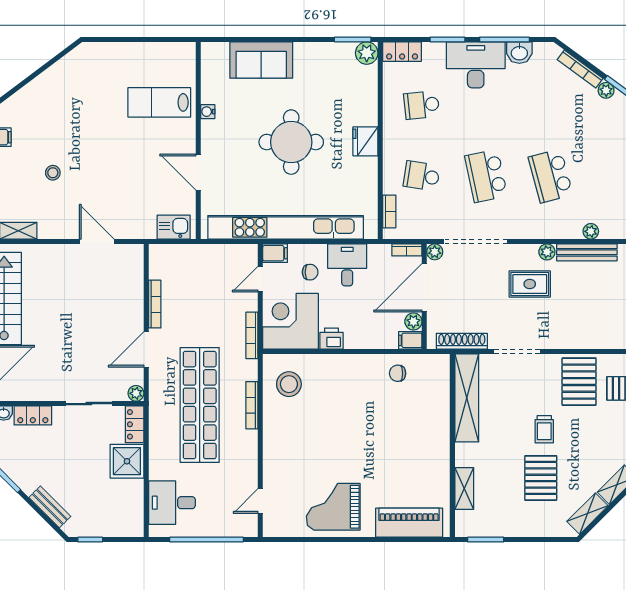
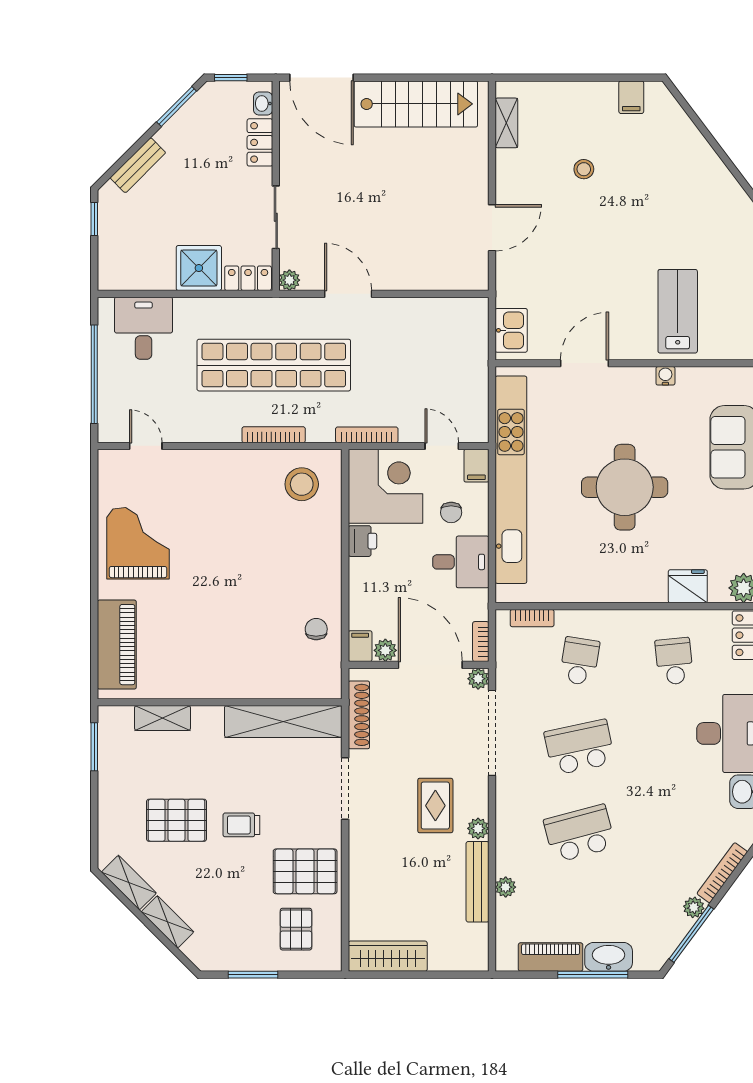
fridge: (365, 141) -> (688, 586), moved
bookcase: (155, 304) -> (409, 305), removed

